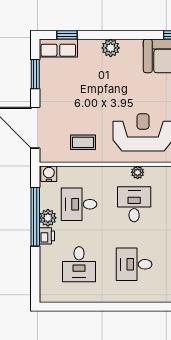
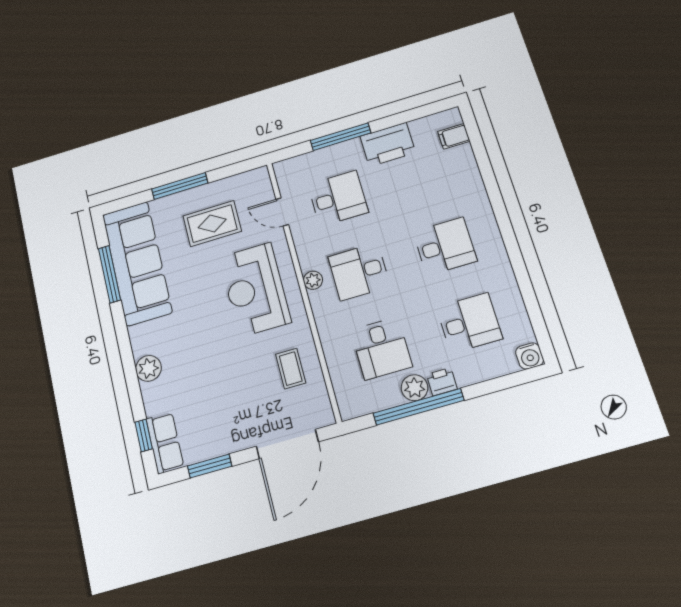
water cooler: (49, 174) -> (530, 356), moved, turned -90
desk: (134, 264) -> (445, 246), turned -90

